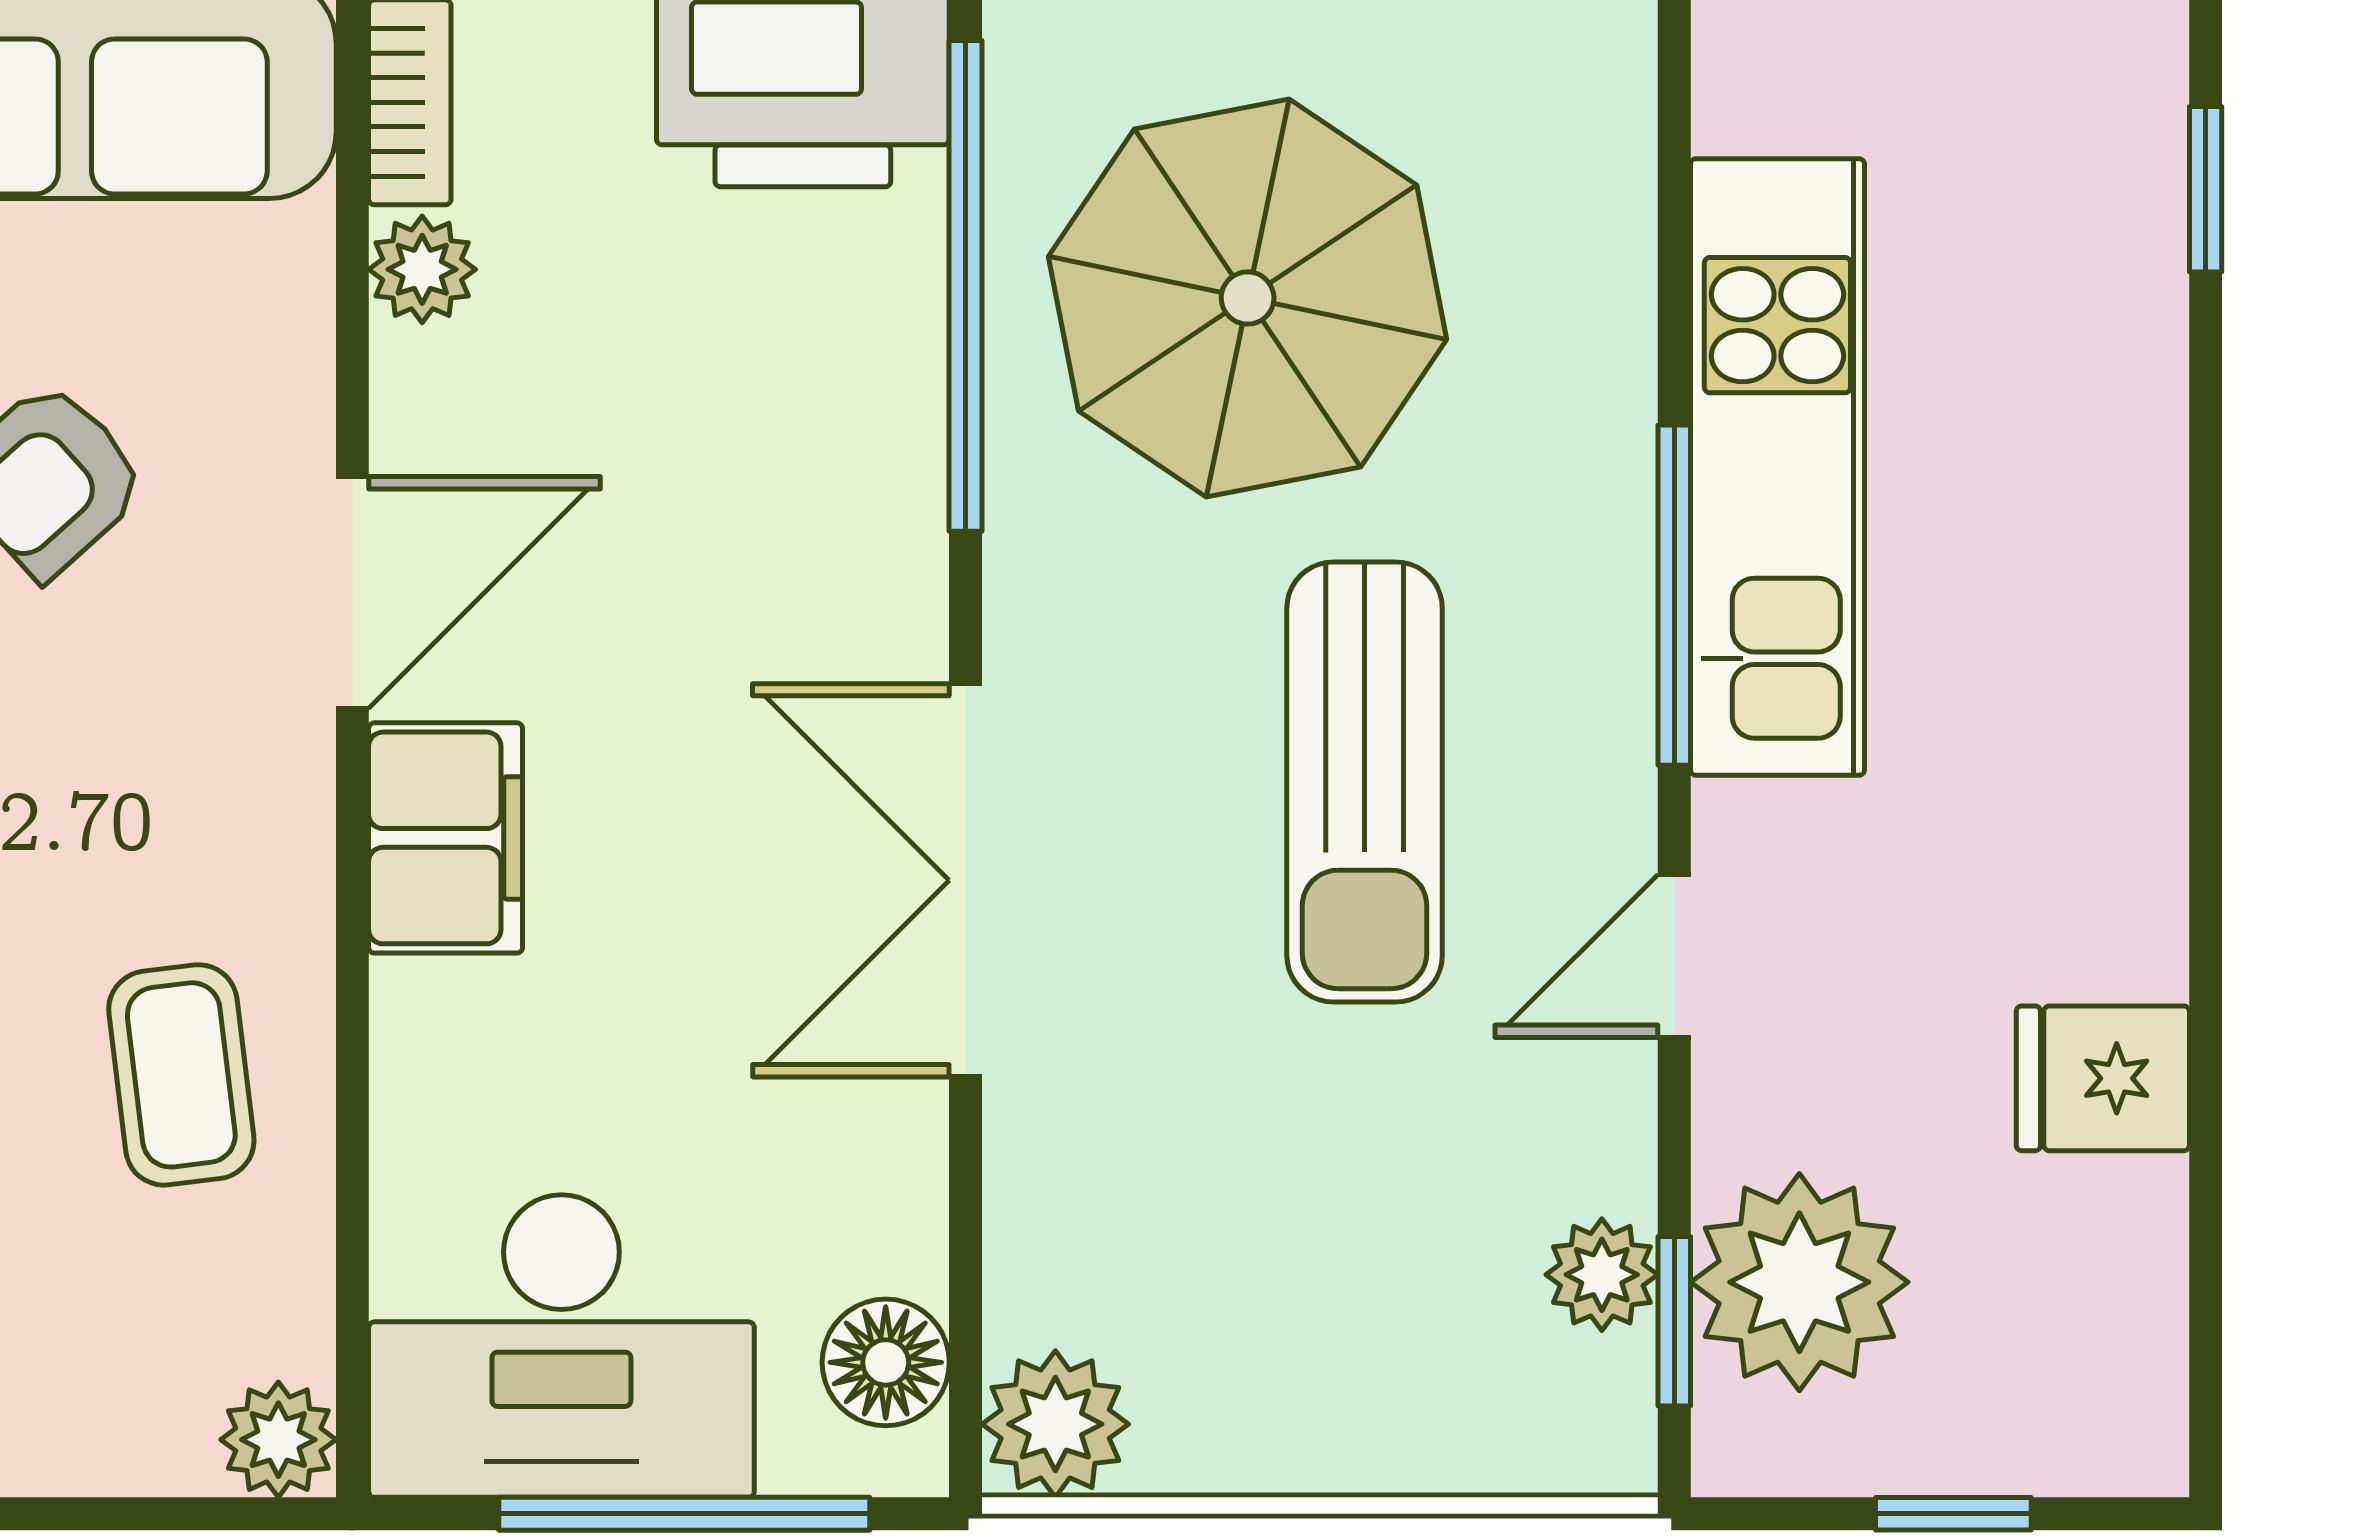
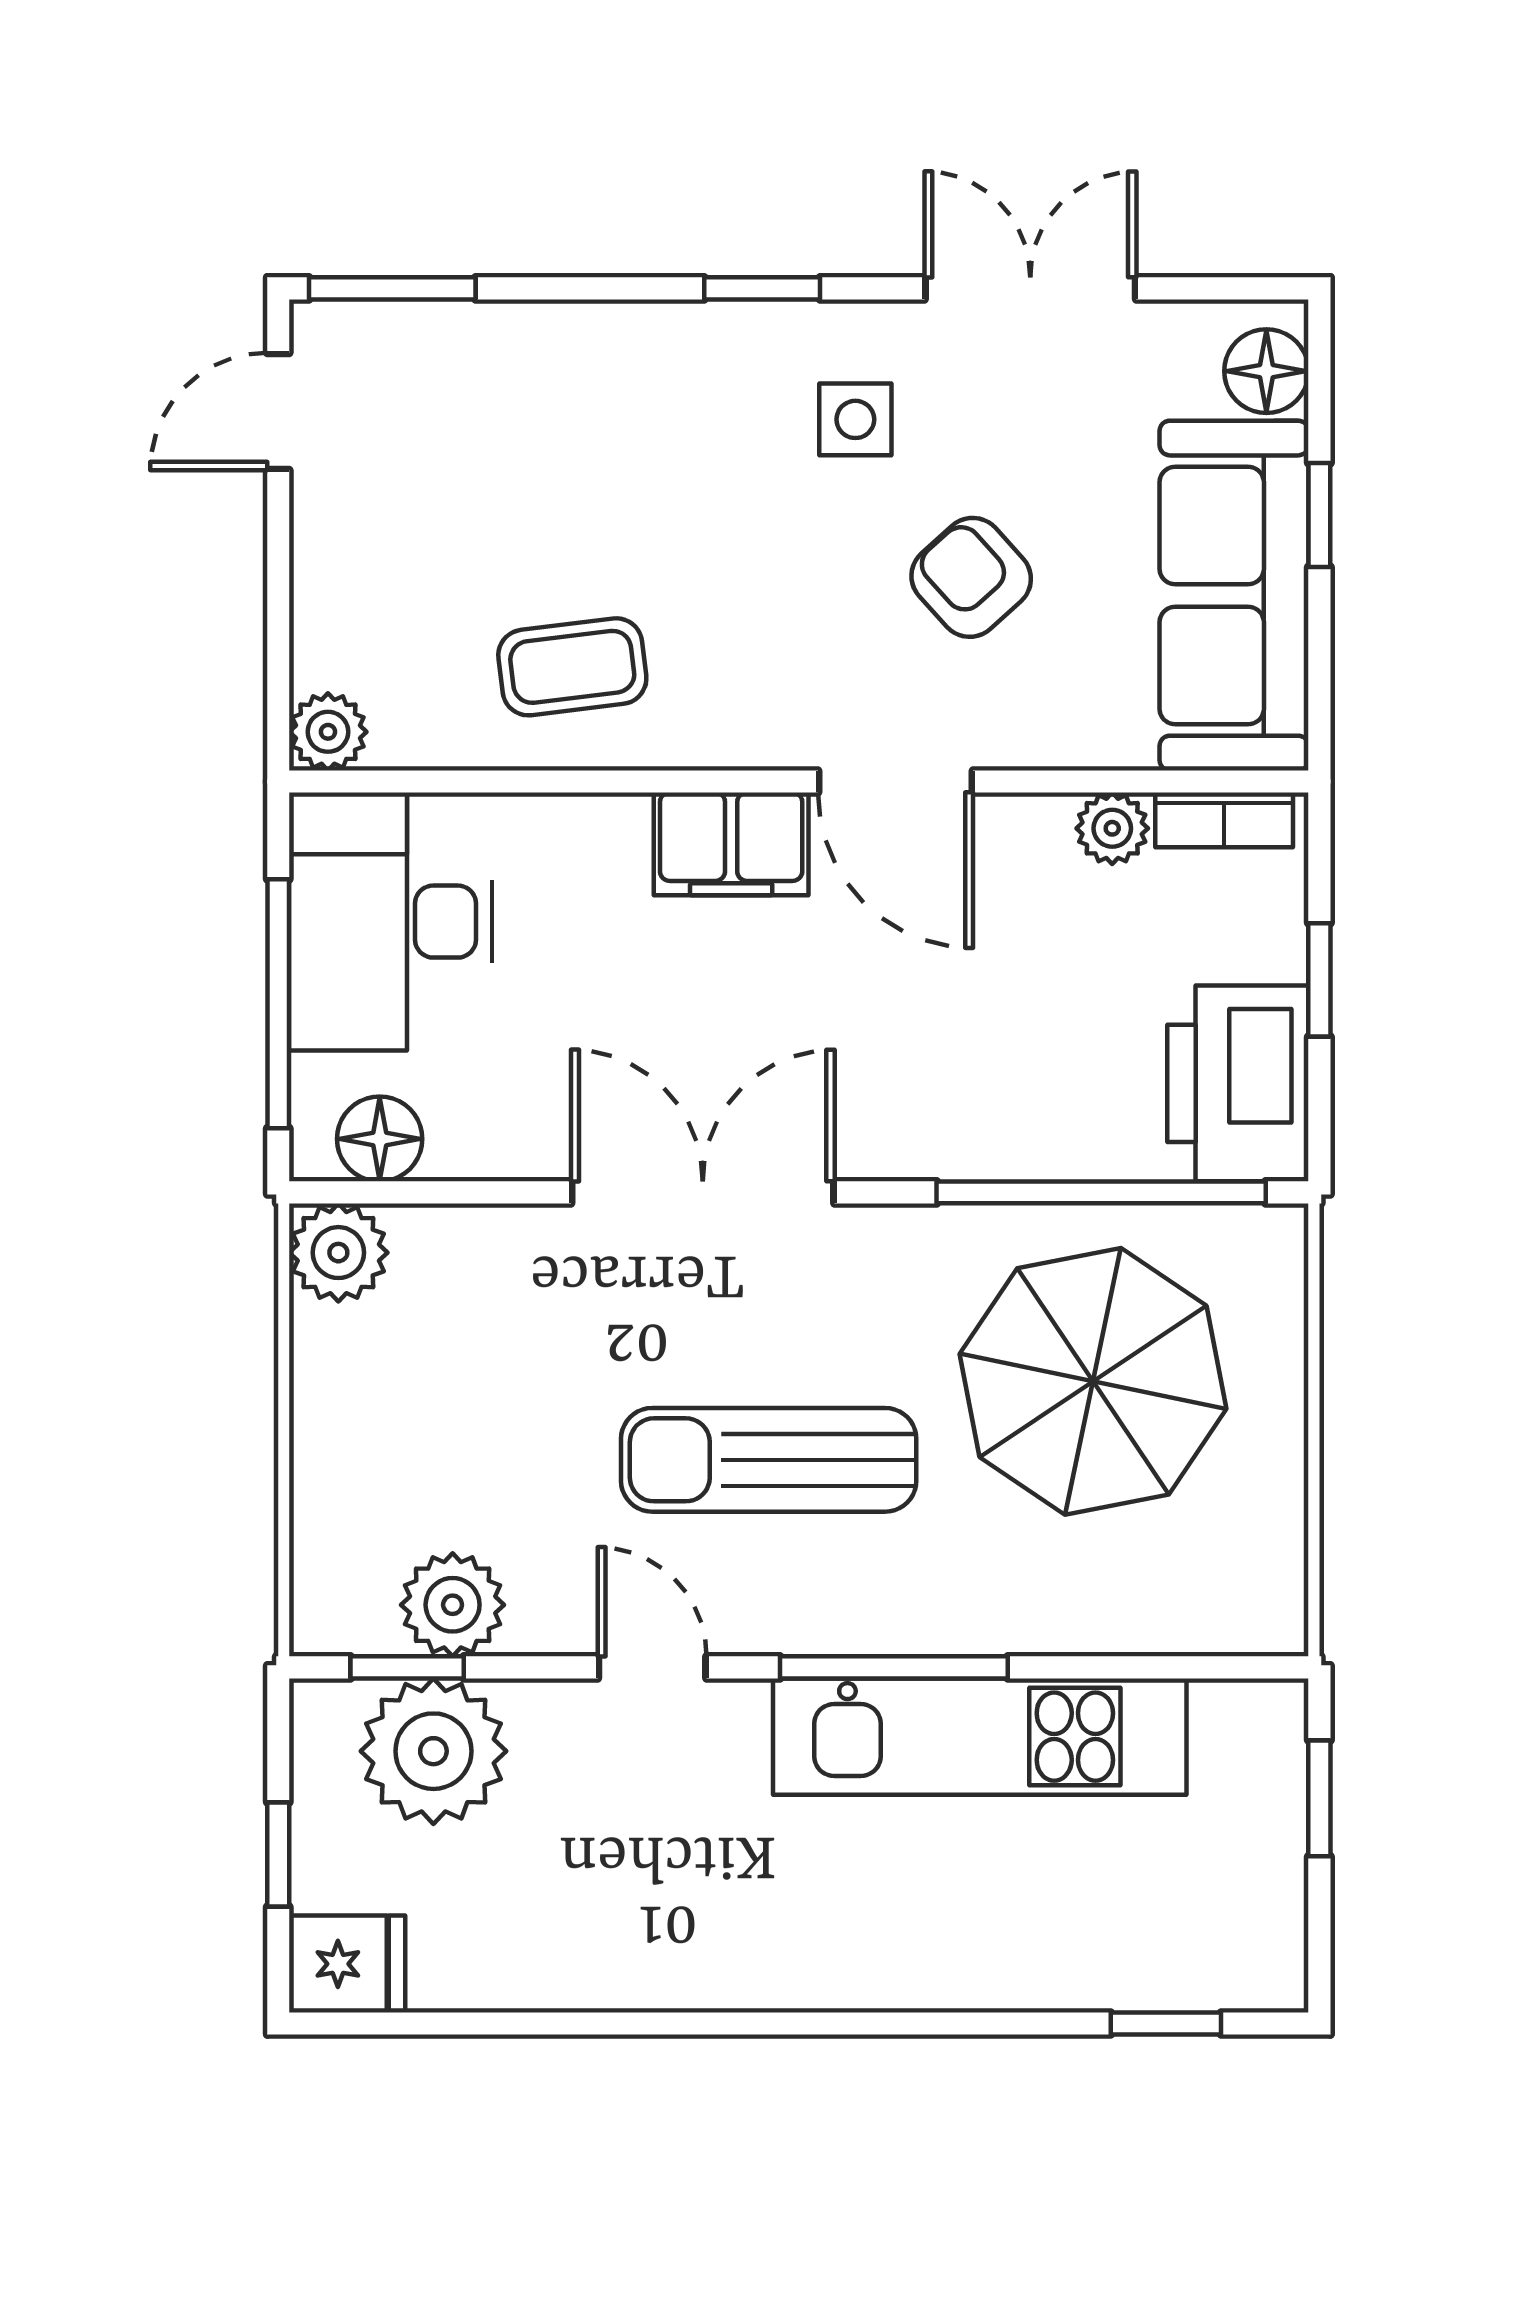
fridge: (2103, 1078) -> (347, 1964), moved, turned 90
plant: (1602, 1275) -> (453, 1605), width x1.38, depth x1.38

